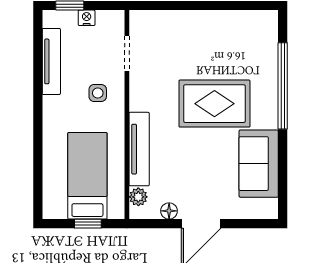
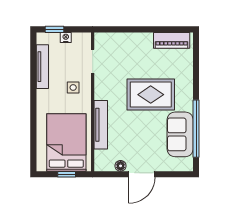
piano: (246, 22) -> (172, 40), added
window: (283, 86) -> (196, 129), moved
bed: (87, 176) -> (66, 142), width x1.50
plant: (138, 197) -> (100, 156), removed

